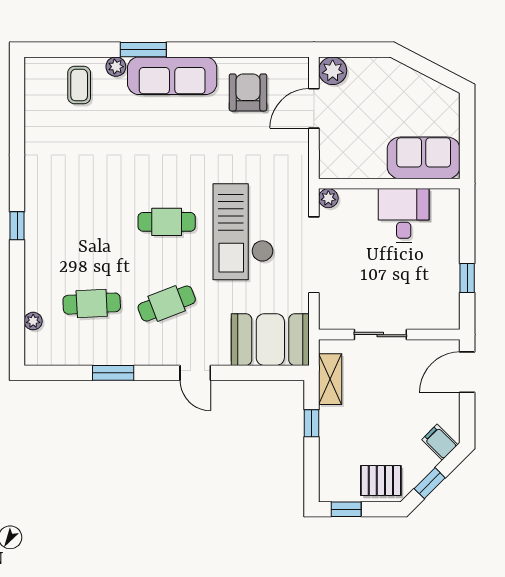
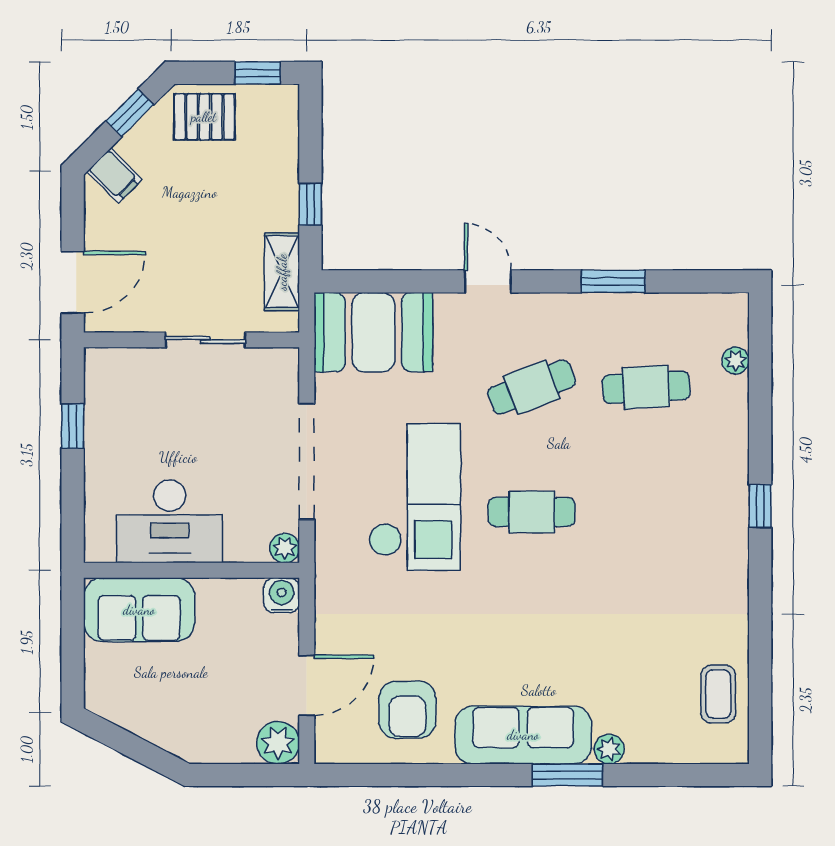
coffee table: (79, 85) -> (718, 694), moved
water cooler: (330, 167) -> (282, 595), added
desk: (404, 216) -> (170, 521), width x1.37

